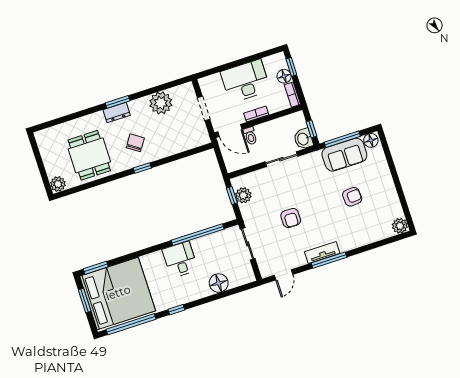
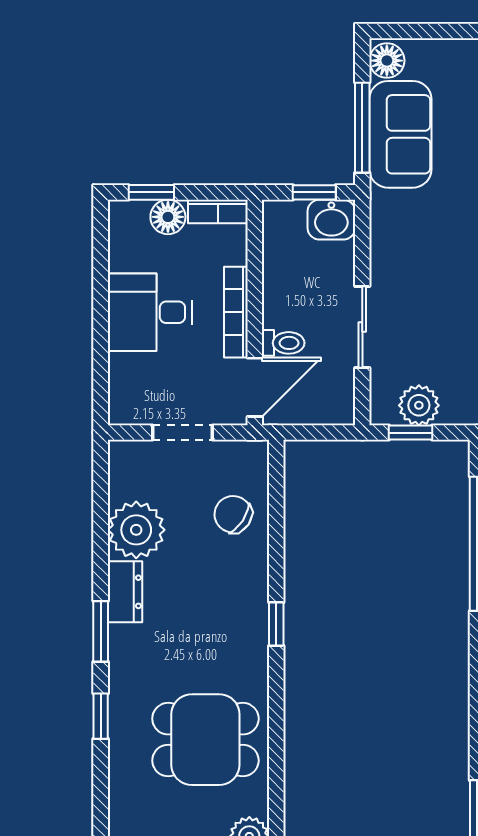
desk: (245, 81) -> (150, 312), width x0.73
window: (85, 112) -> (101, 716), added
dresser: (117, 113) -> (125, 592), moved
bookcase: (256, 114) -> (236, 312), width x1.56
chair: (135, 143) -> (233, 514), moved
sliding door: (281, 159) -> (362, 327), moved

